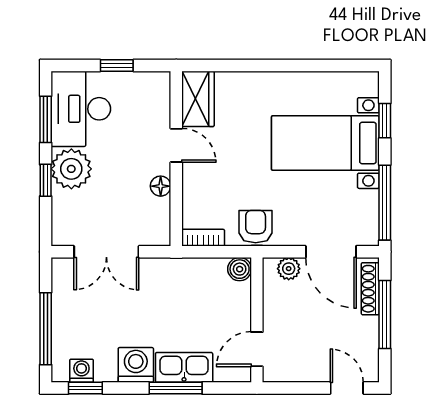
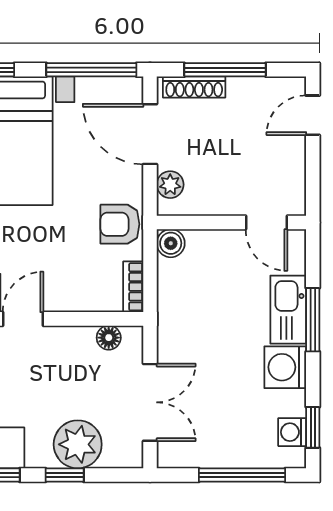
plant: (71, 169) -> (78, 444), moved
floor lamp: (161, 186) -> (109, 338), moved
door: (331, 252) -> (150, 134), swing flipped

